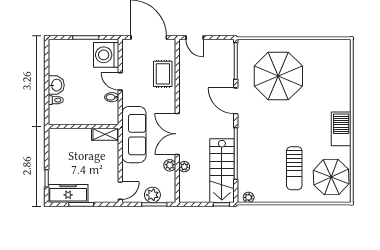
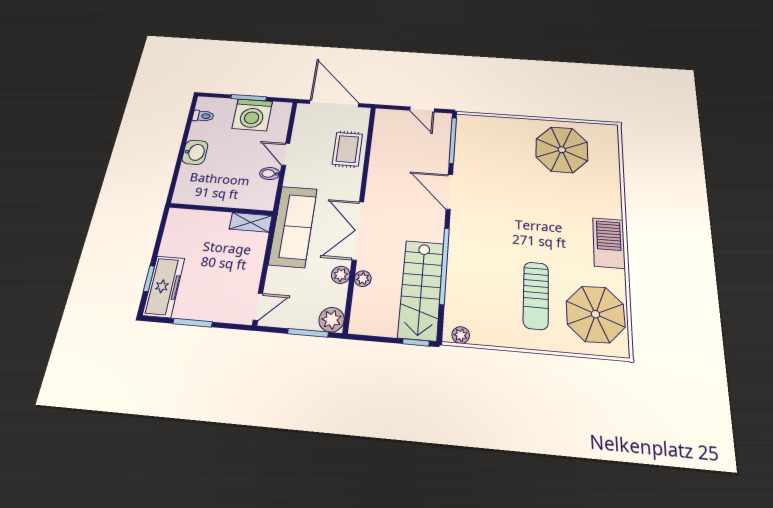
door: (195, 37) -> (422, 109), moved
washing machine: (106, 55) -> (252, 115), moved, turned -90
parasol: (278, 76) -> (562, 150), moved, width x0.73, depth x0.73
toilet: (56, 100) -> (203, 116), moved
freezer: (68, 193) -> (164, 287), moved, turned 90
plant: (152, 195) -> (332, 320), moved

